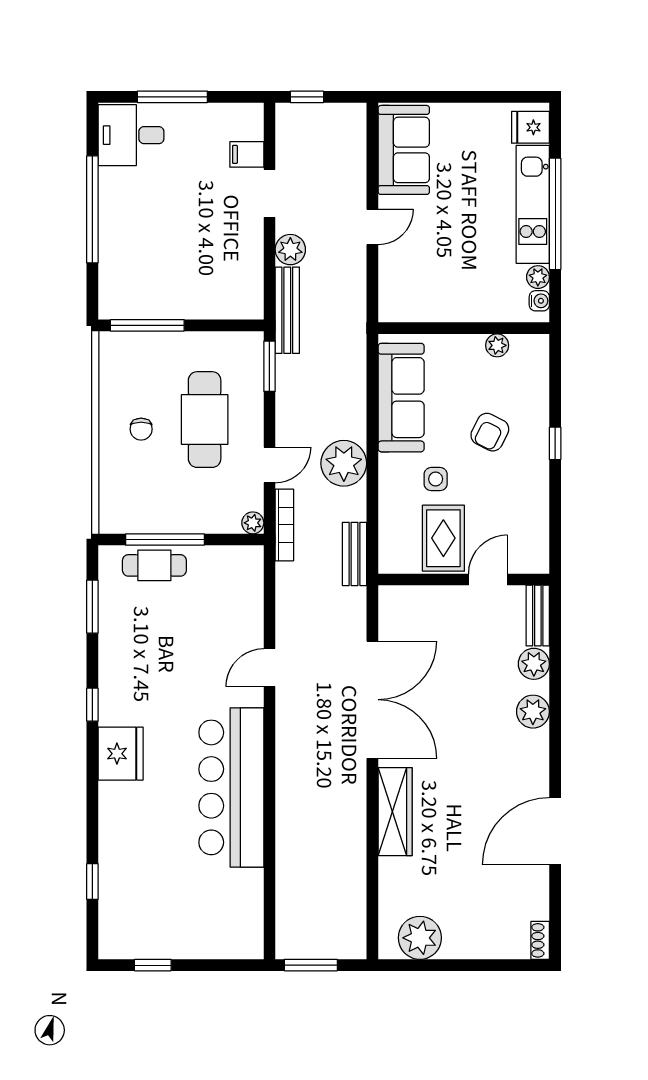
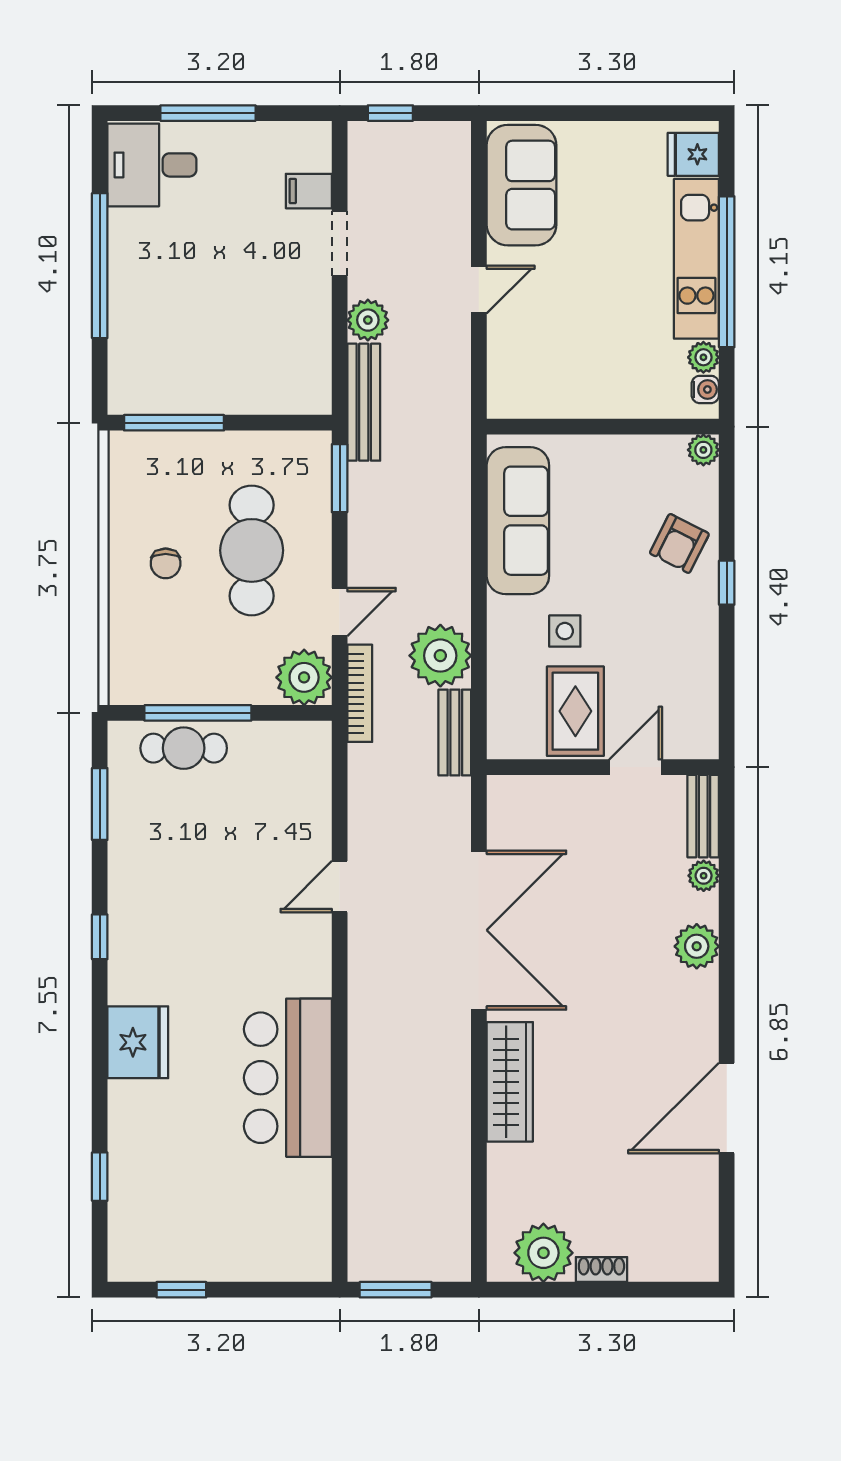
plant: (497, 345) -> (703, 450), moved
armchair: (490, 432) -> (679, 543), moved
plant: (344, 463) -> (440, 656), moved
plant: (253, 523) -> (304, 677), width x1.88, depth x1.88
plant: (534, 664) -> (704, 876), width x0.73, depth x0.73
fridge: (121, 754) -> (138, 1042), moved
bar counter: (231, 787) -> (288, 1078), width x0.73
shoe rack: (540, 940) -> (601, 1269), moved, turned 90

